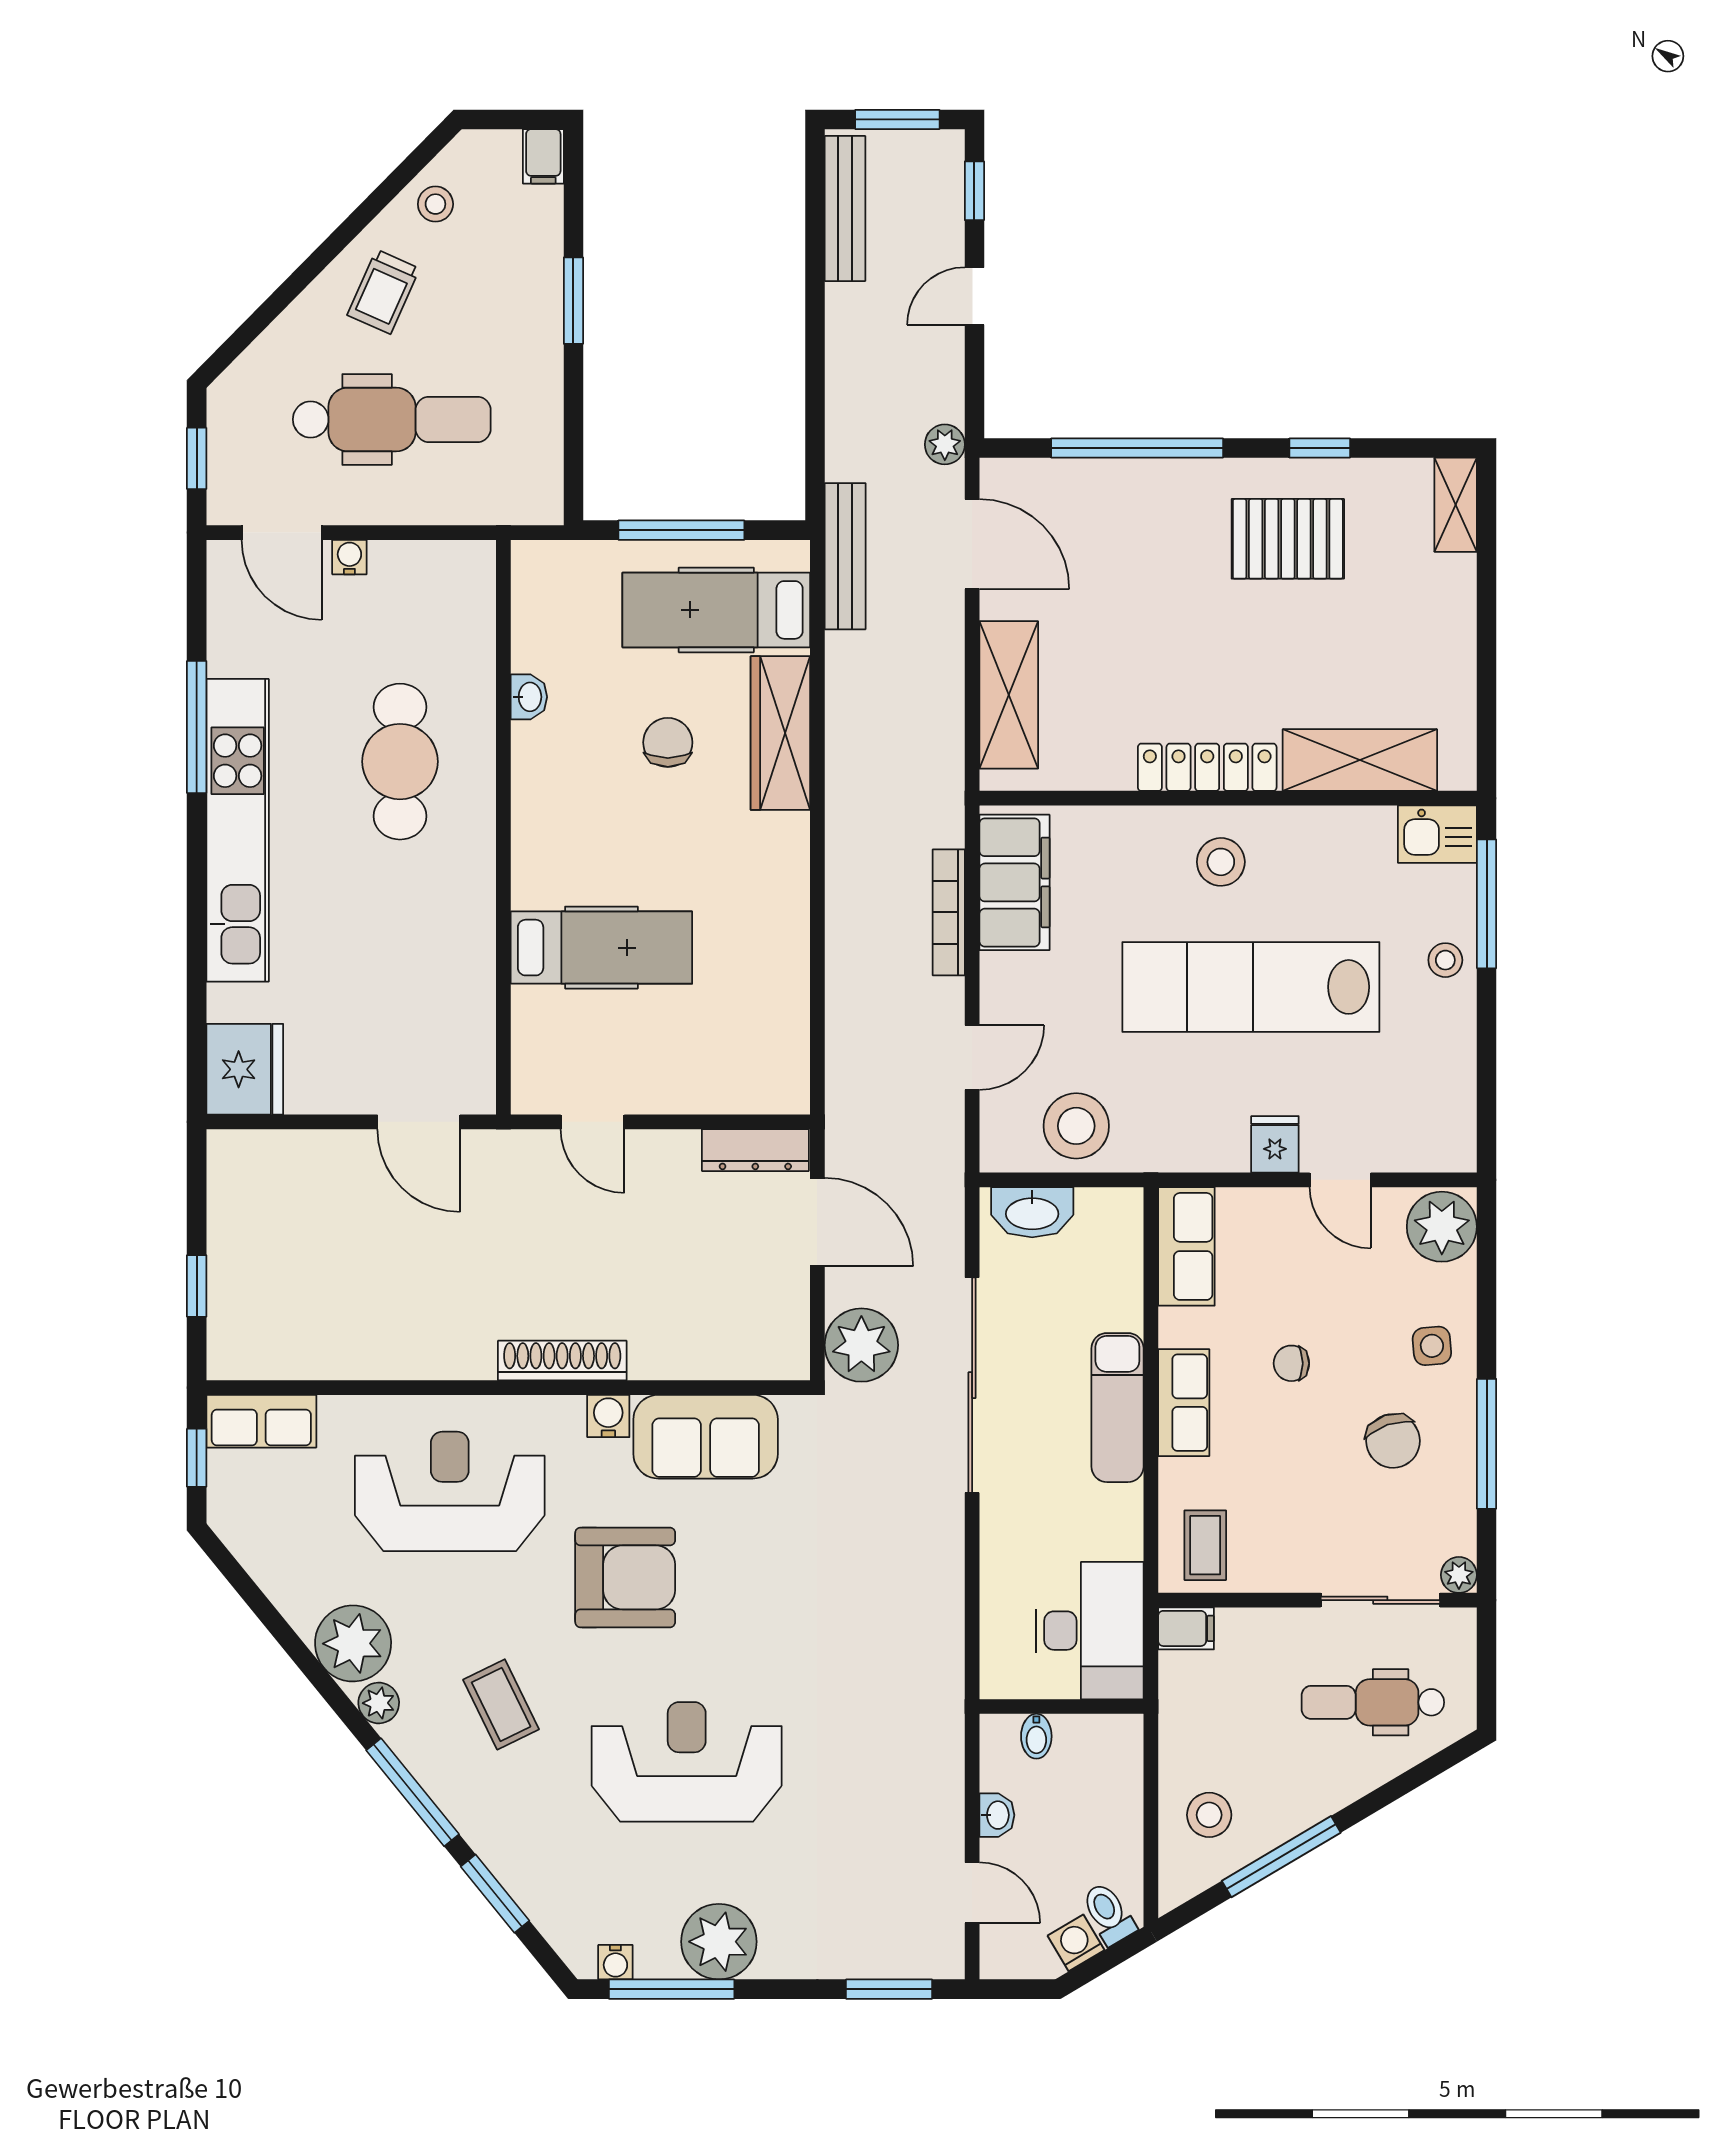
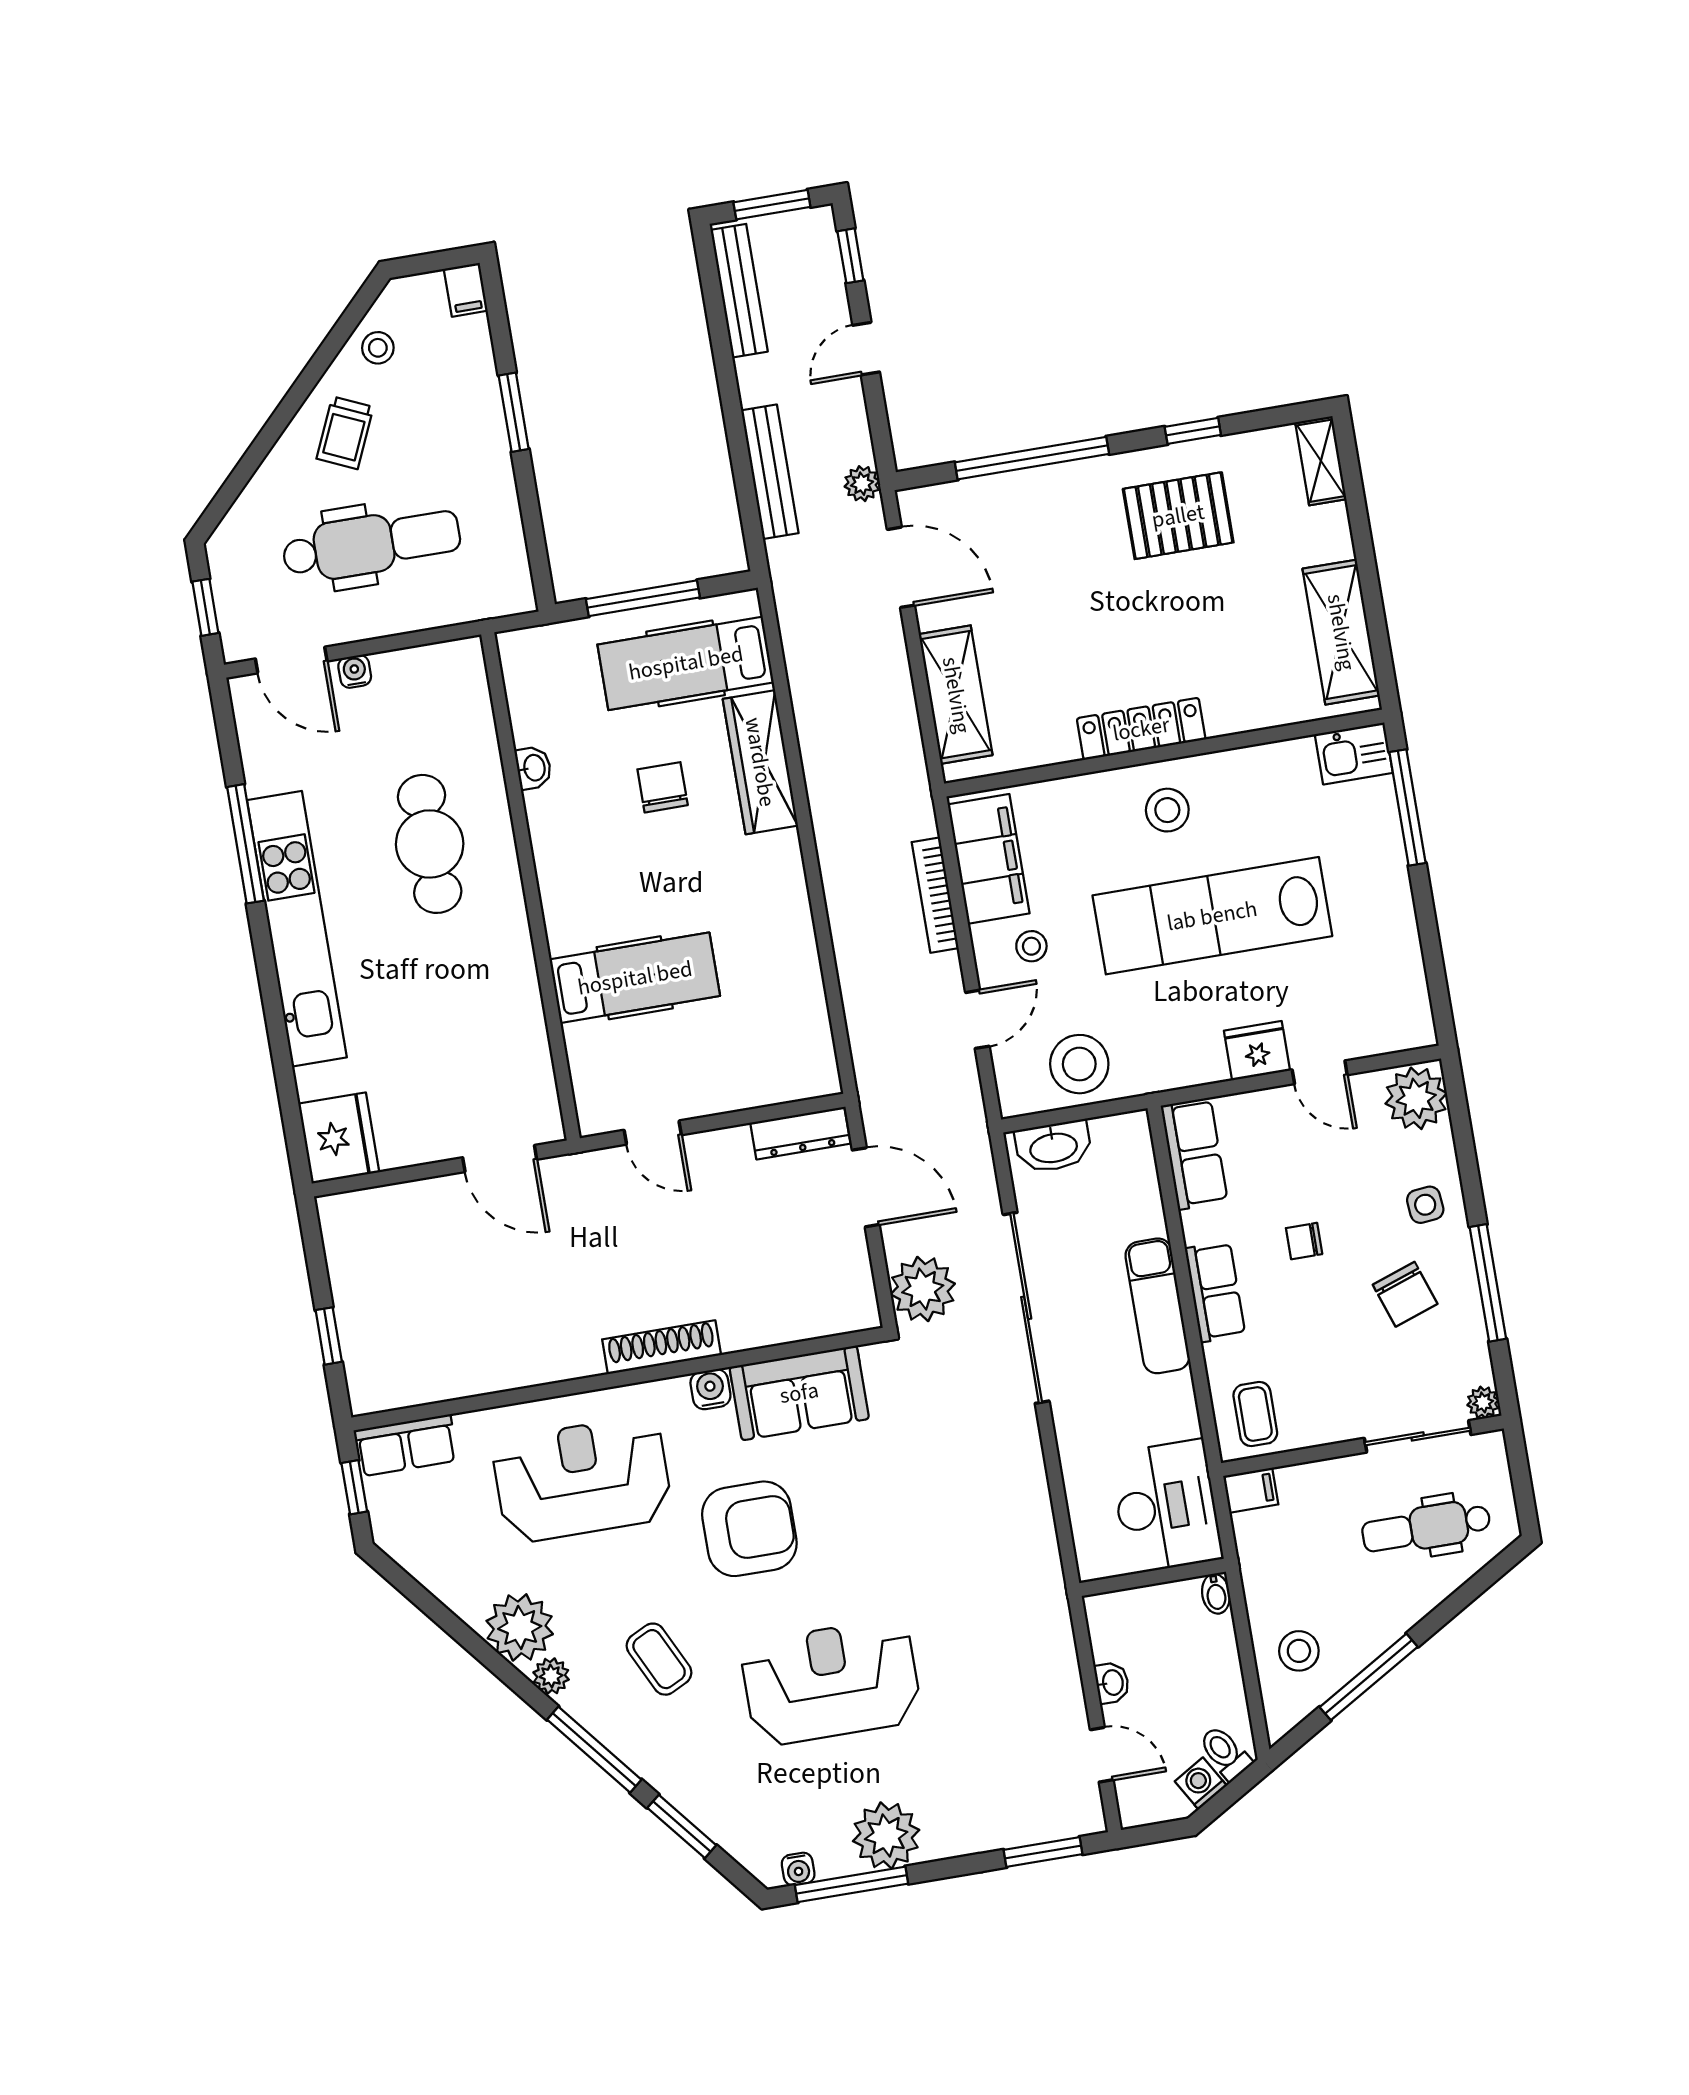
bench: (845, 556) -> (770, 472), moved
shelving: (1360, 760) -> (1341, 632), moved, turned 90
stool: (1445, 960) -> (1031, 946), moved
fridge: (1275, 1144) -> (1257, 1051), width x1.38
bidet: (1036, 1736) -> (1216, 1594), moved

